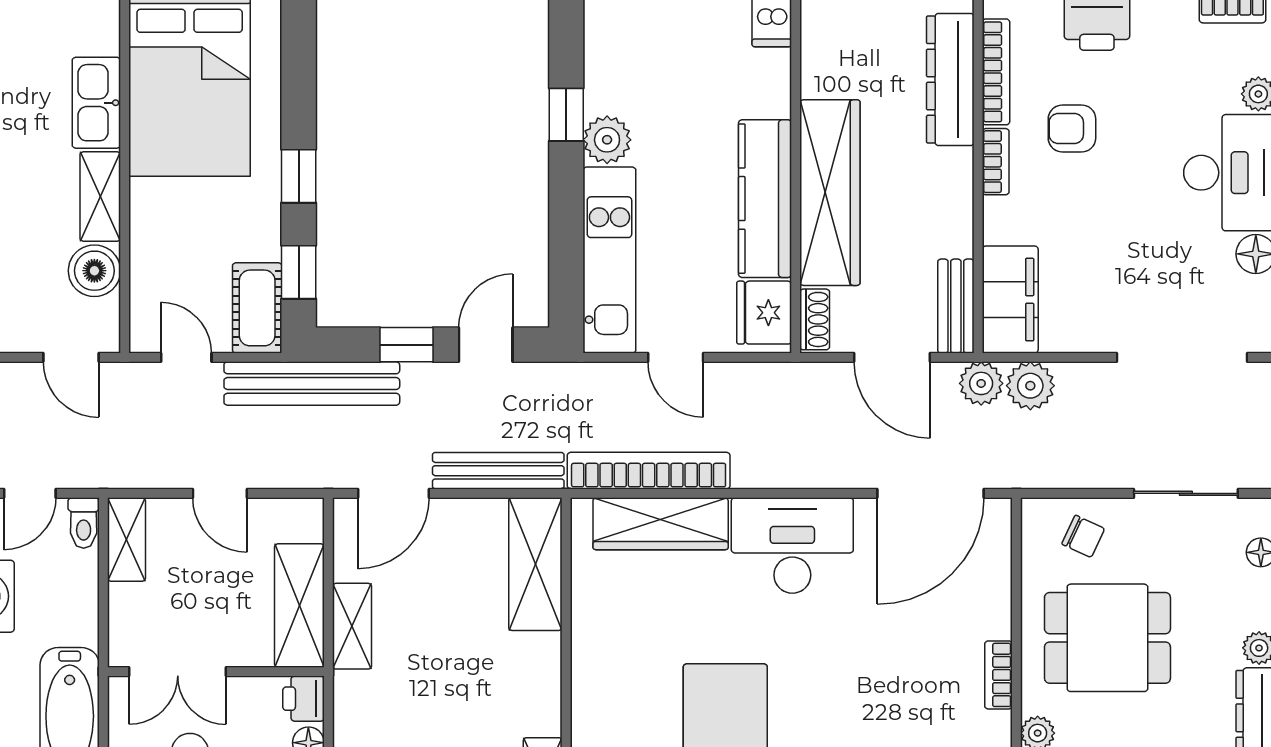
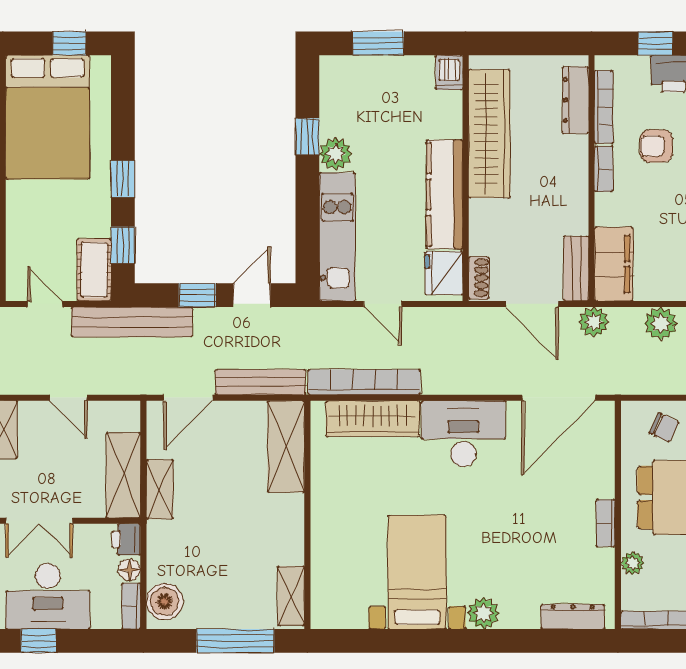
dresser: (950, 79) -> (576, 100), width x0.73, depth x0.80
wardrobe: (830, 193) -> (489, 134), moved
plant: (1030, 386) -> (661, 324), moved

